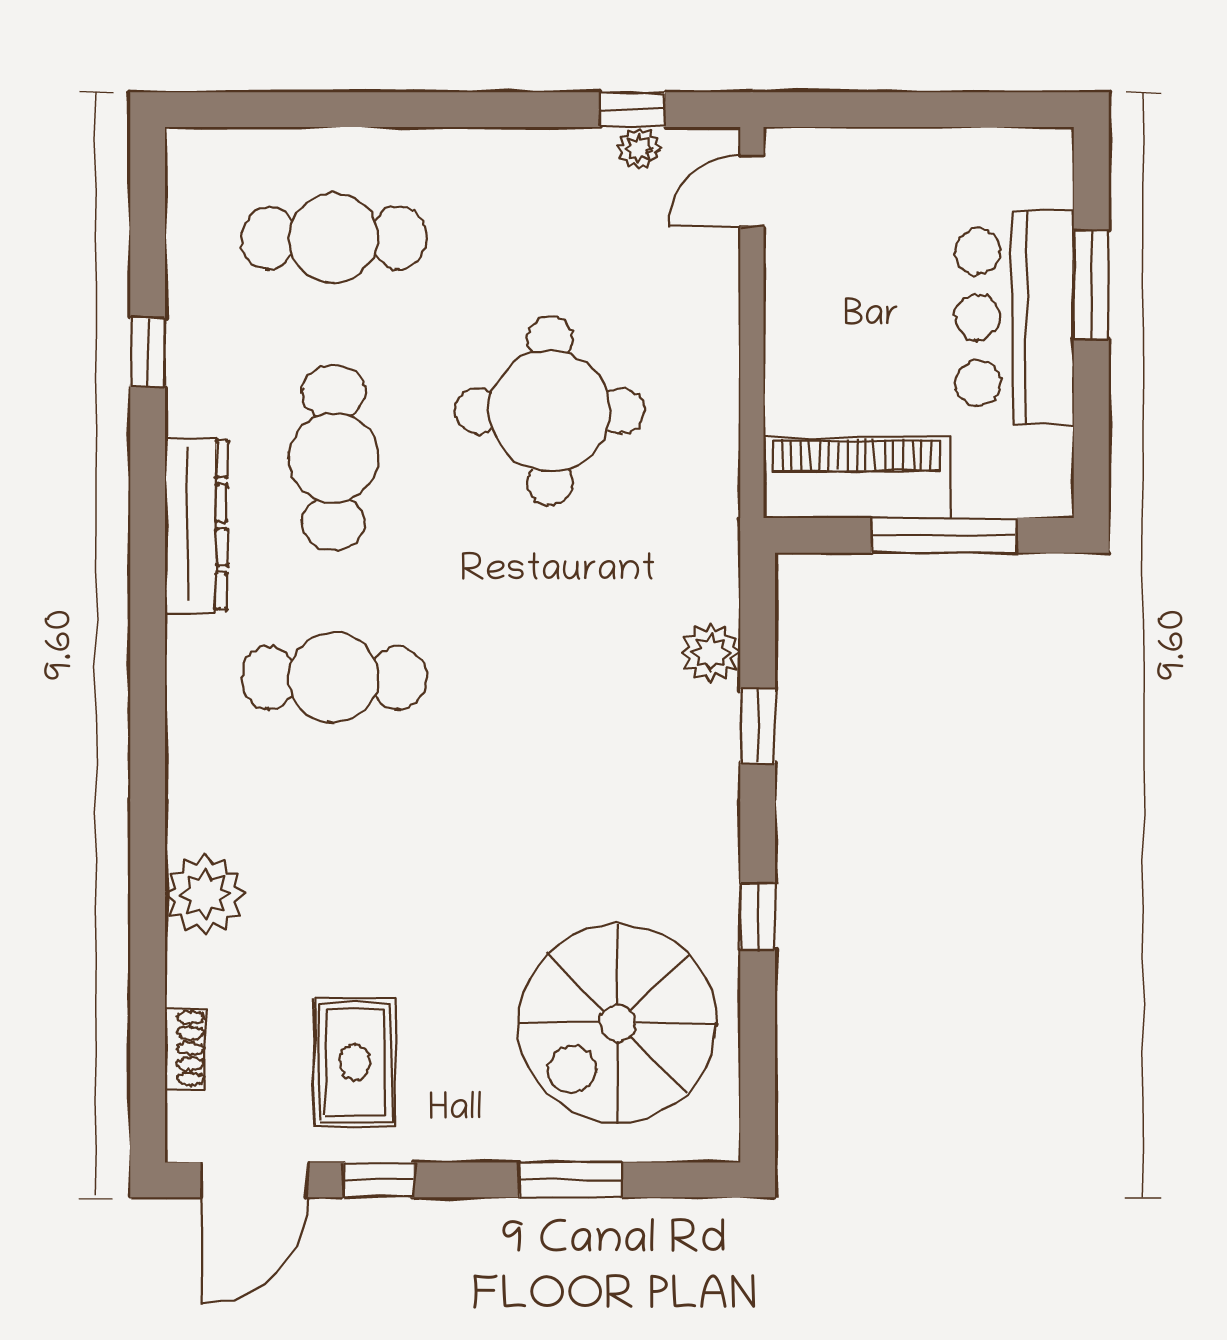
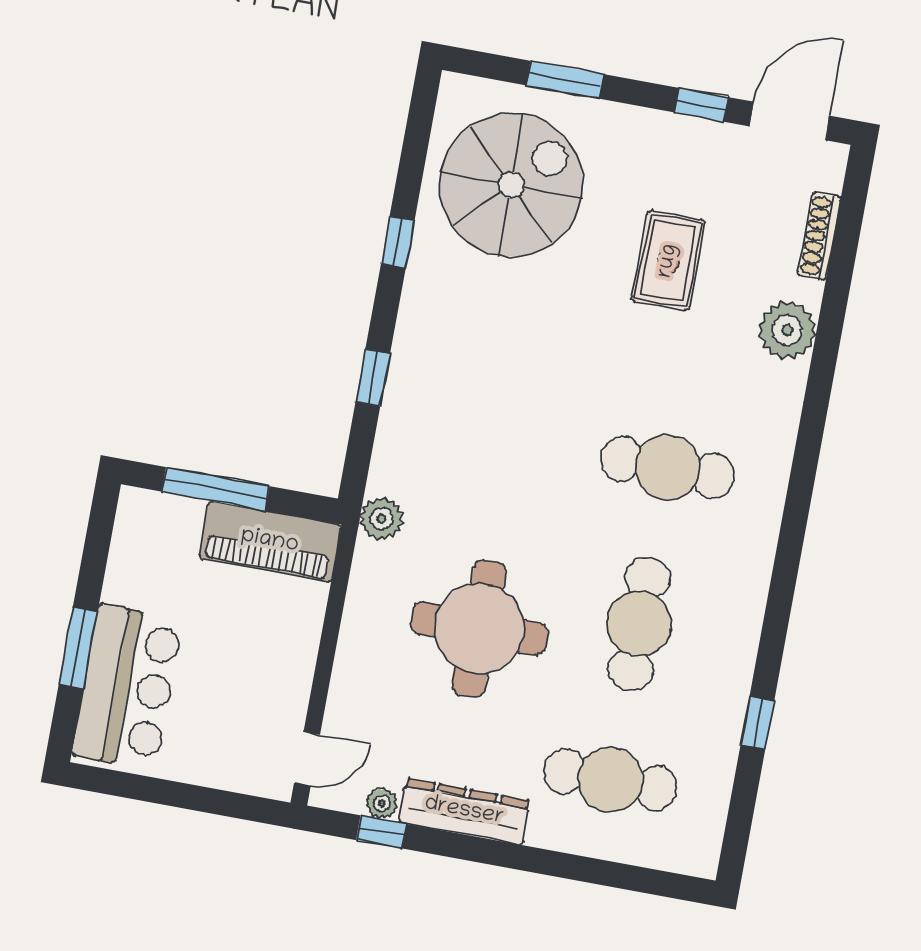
bar counter: (1015, 317) -> (127, 687), moved
dresser: (196, 525) -> (464, 811), moved, turned 90
plant: (711, 652) -> (381, 519), moved
shoe rack: (185, 1048) -> (819, 236), width x1.43
rug: (355, 1063) -> (668, 261), moved

